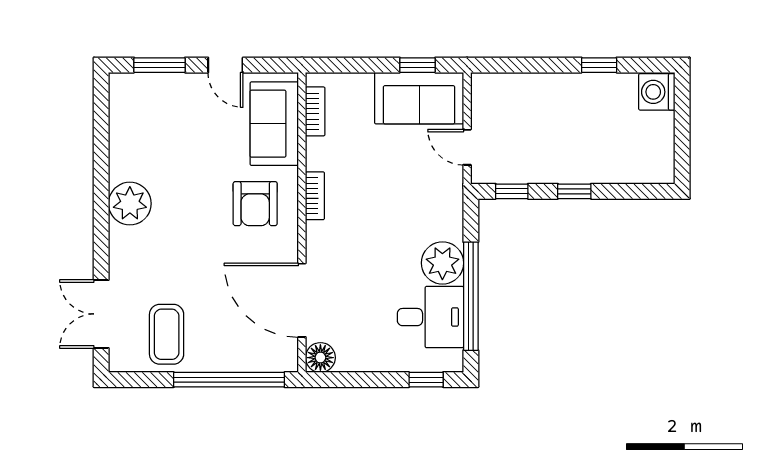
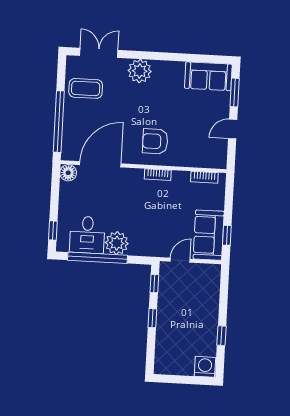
sofa: (274, 124) -> (208, 76), moved, turned 180
plant: (130, 204) -> (140, 71), moved

